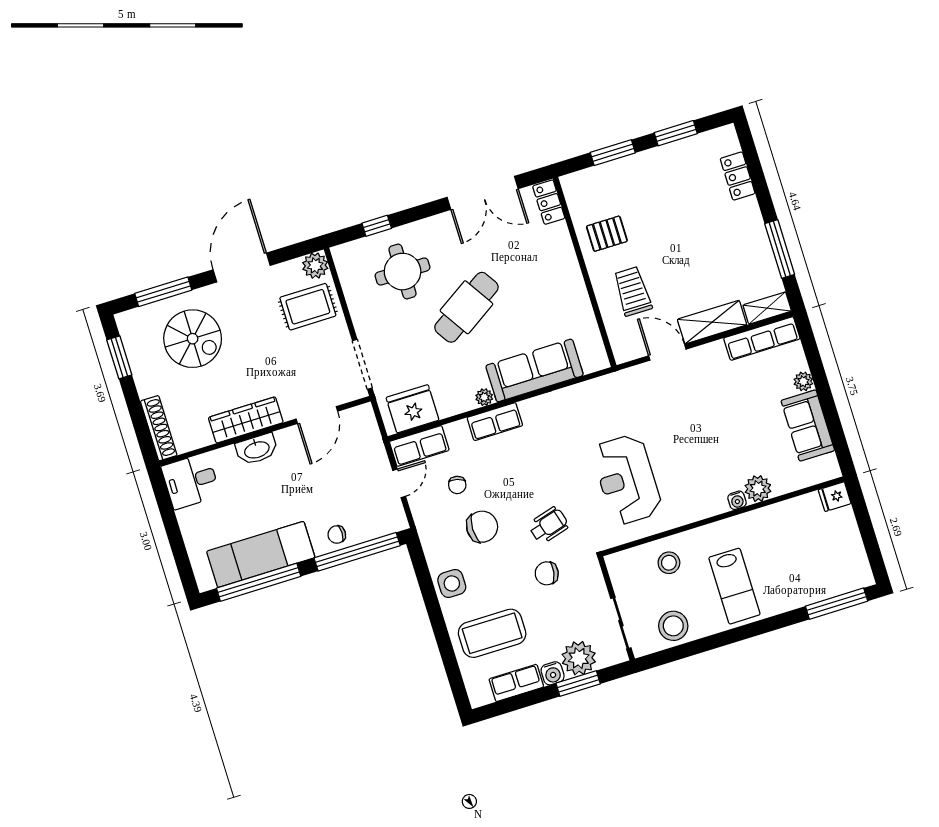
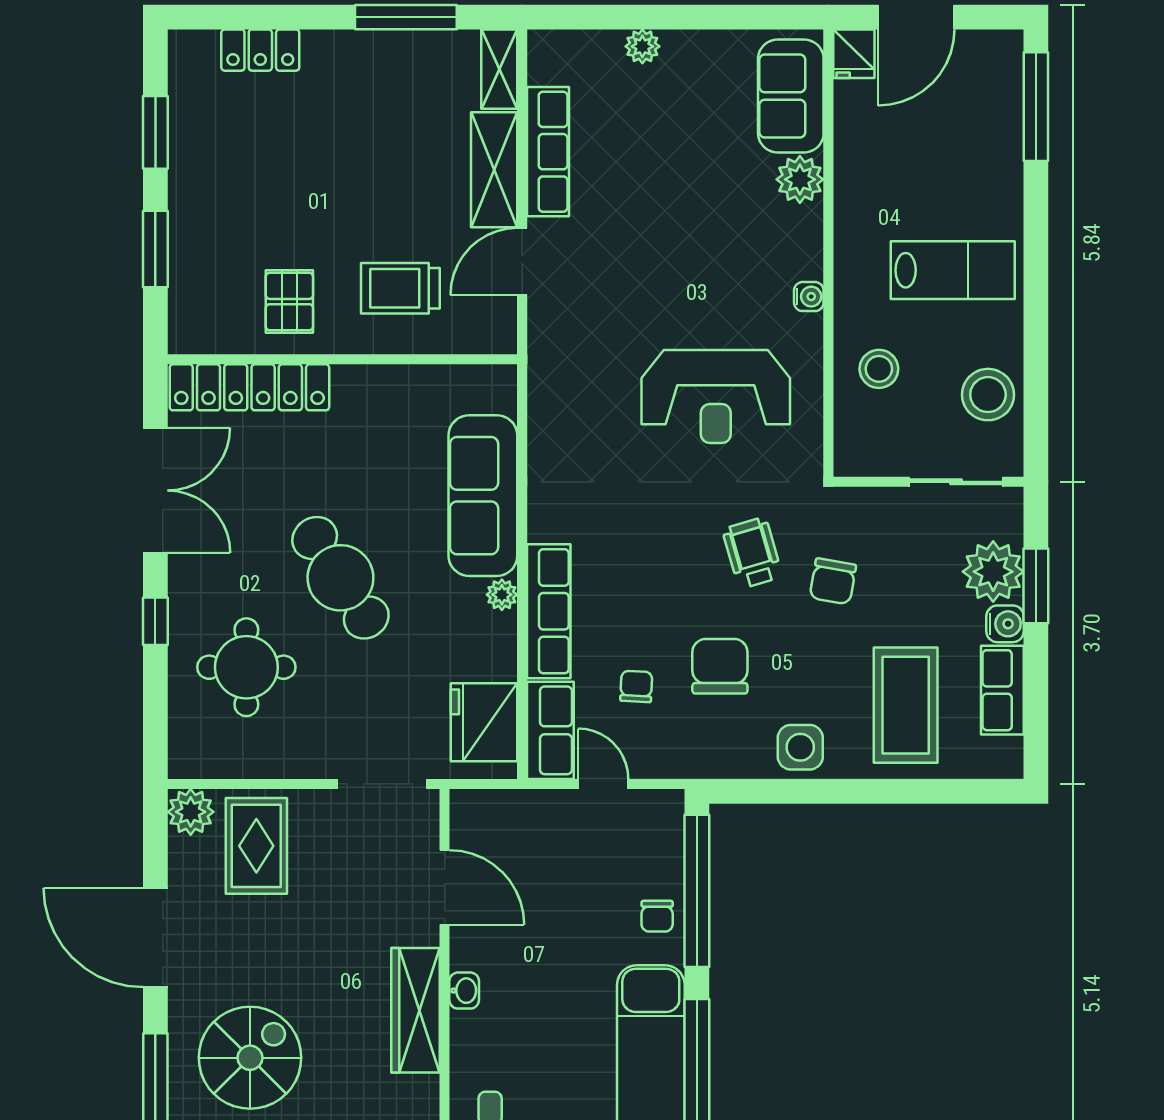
locker: (549, 202) -> (249, 387), width x2.16, depth x1.21
window: (377, 226) -> (155, 621), moved
row of seats: (762, 338) -> (548, 152), moved
row of seats: (495, 422) -> (549, 611), width x1.48
sofa: (808, 426) -> (791, 96), moved, turned 90
washbasin: (257, 449) -> (464, 991), width x0.52, depth x0.69
chair: (457, 485) -> (636, 686), turned -102
water cooler: (737, 500) -> (809, 297), moved
door: (865, 524) -> (916, 17), added

